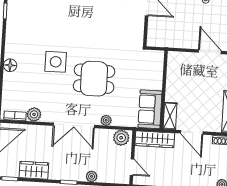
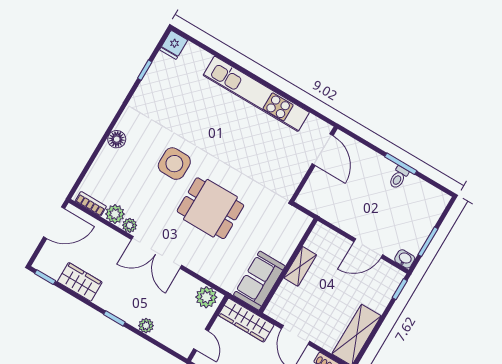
door: (210, 52) -> (368, 248), swing flipped
shelving: (170, 116) -> (300, 266), moved
plant: (106, 120) -> (130, 225), moved

